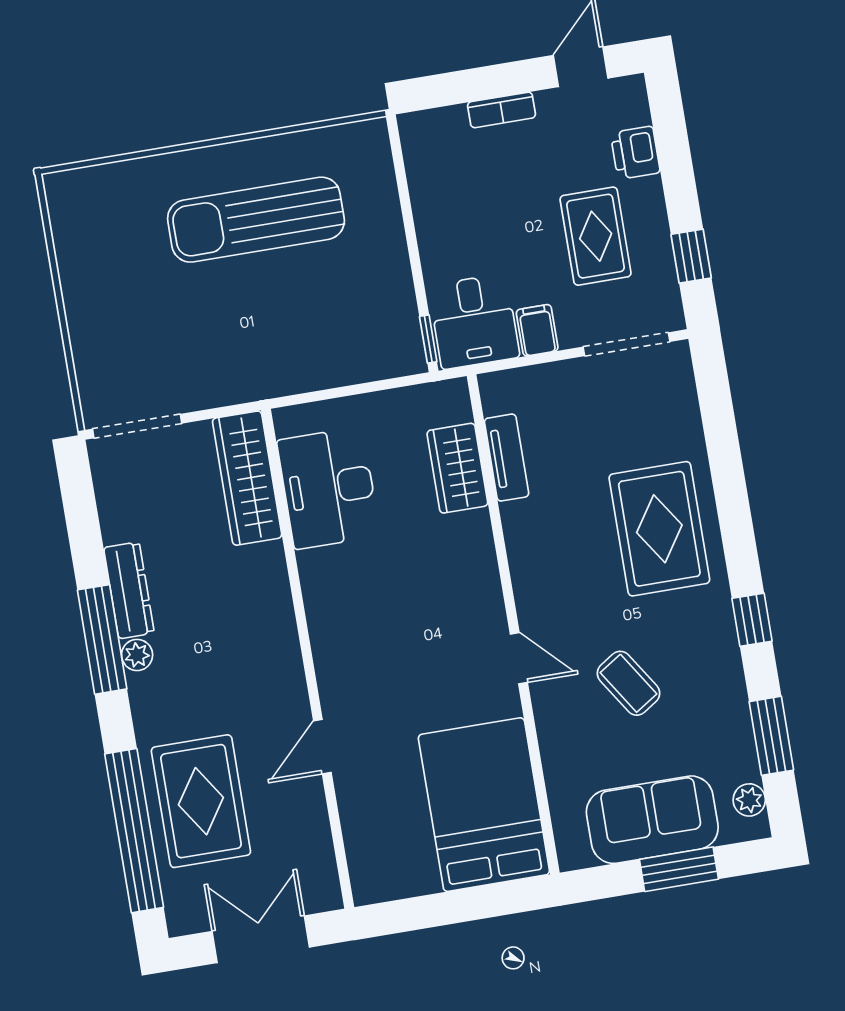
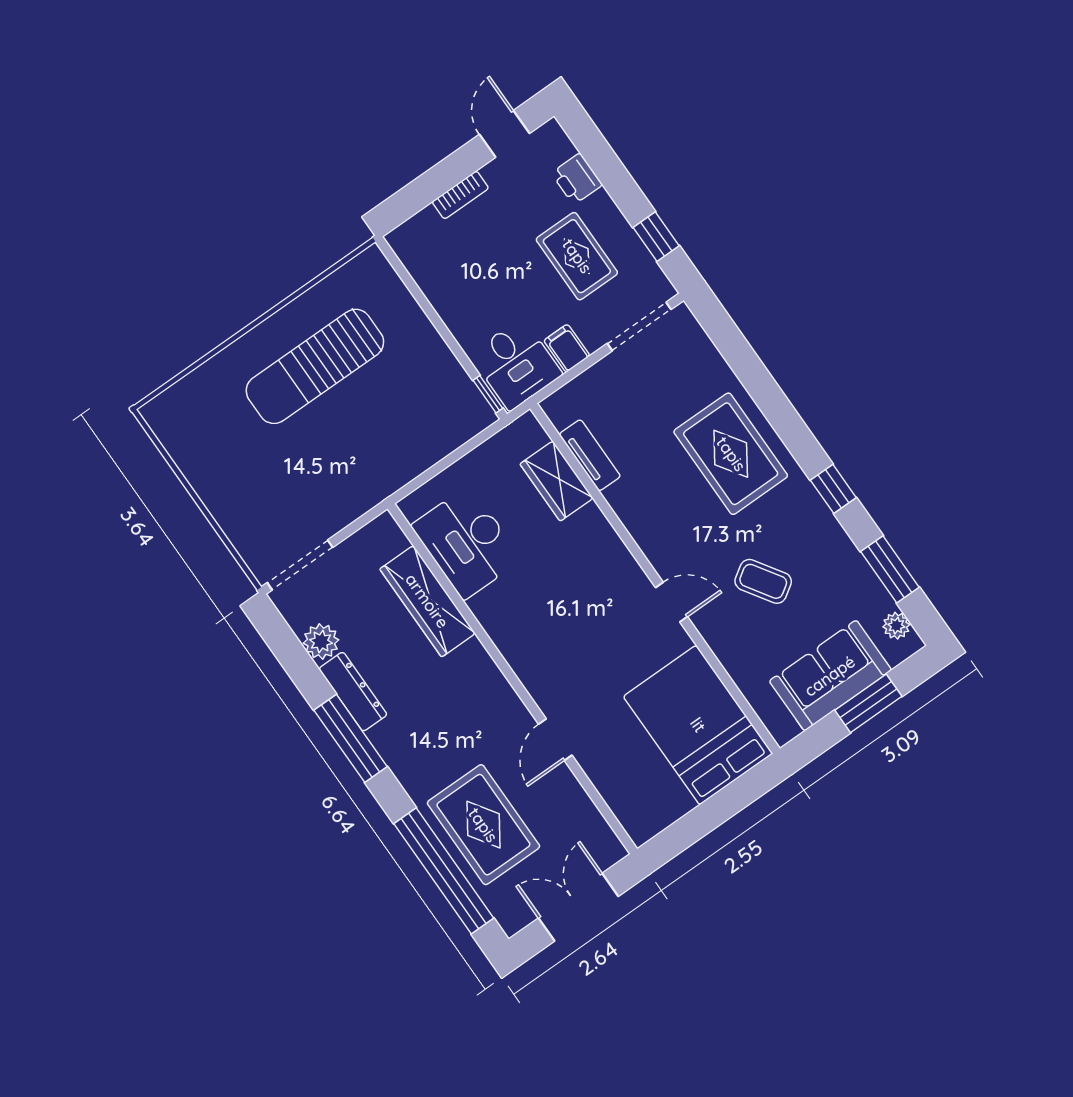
wardrobe: (247, 478) -> (427, 601), moved
plant: (137, 655) -> (321, 642), moved, width x1.38, depth x1.38

